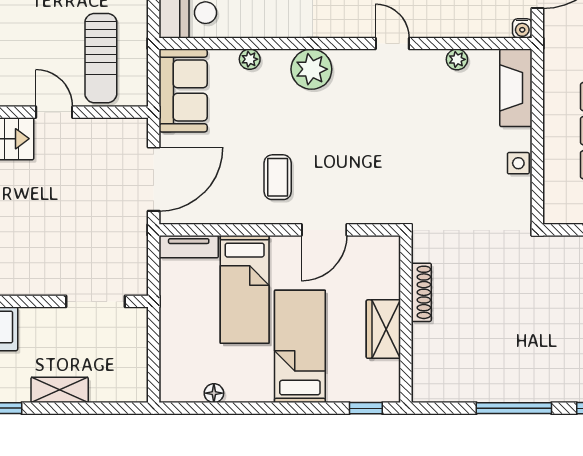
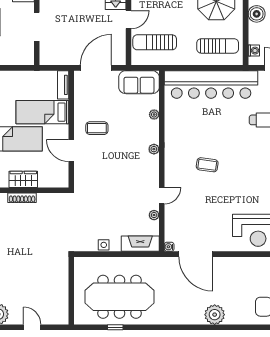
door: (392, 43) -> (162, 196), moved
plant: (311, 69) -> (154, 149), width x0.53, depth x0.53
door: (154, 179) -> (96, 68), swing flipped
shoe rack: (421, 292) -> (22, 198), moved
doorway: (96, 301) -> (37, 27), moved

